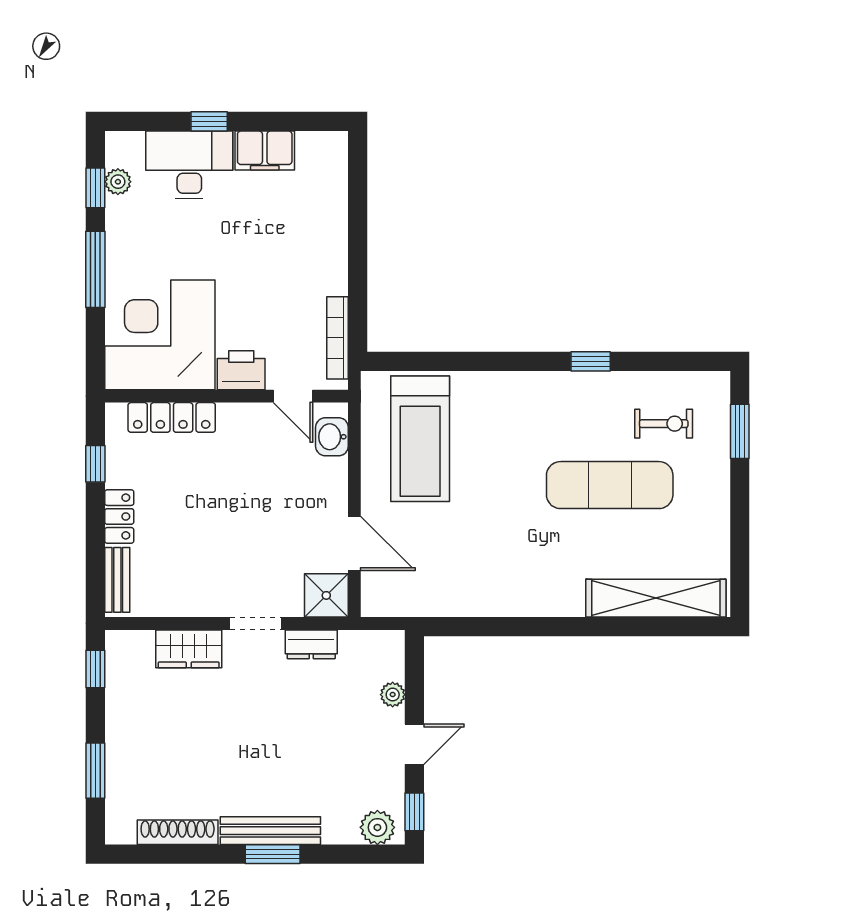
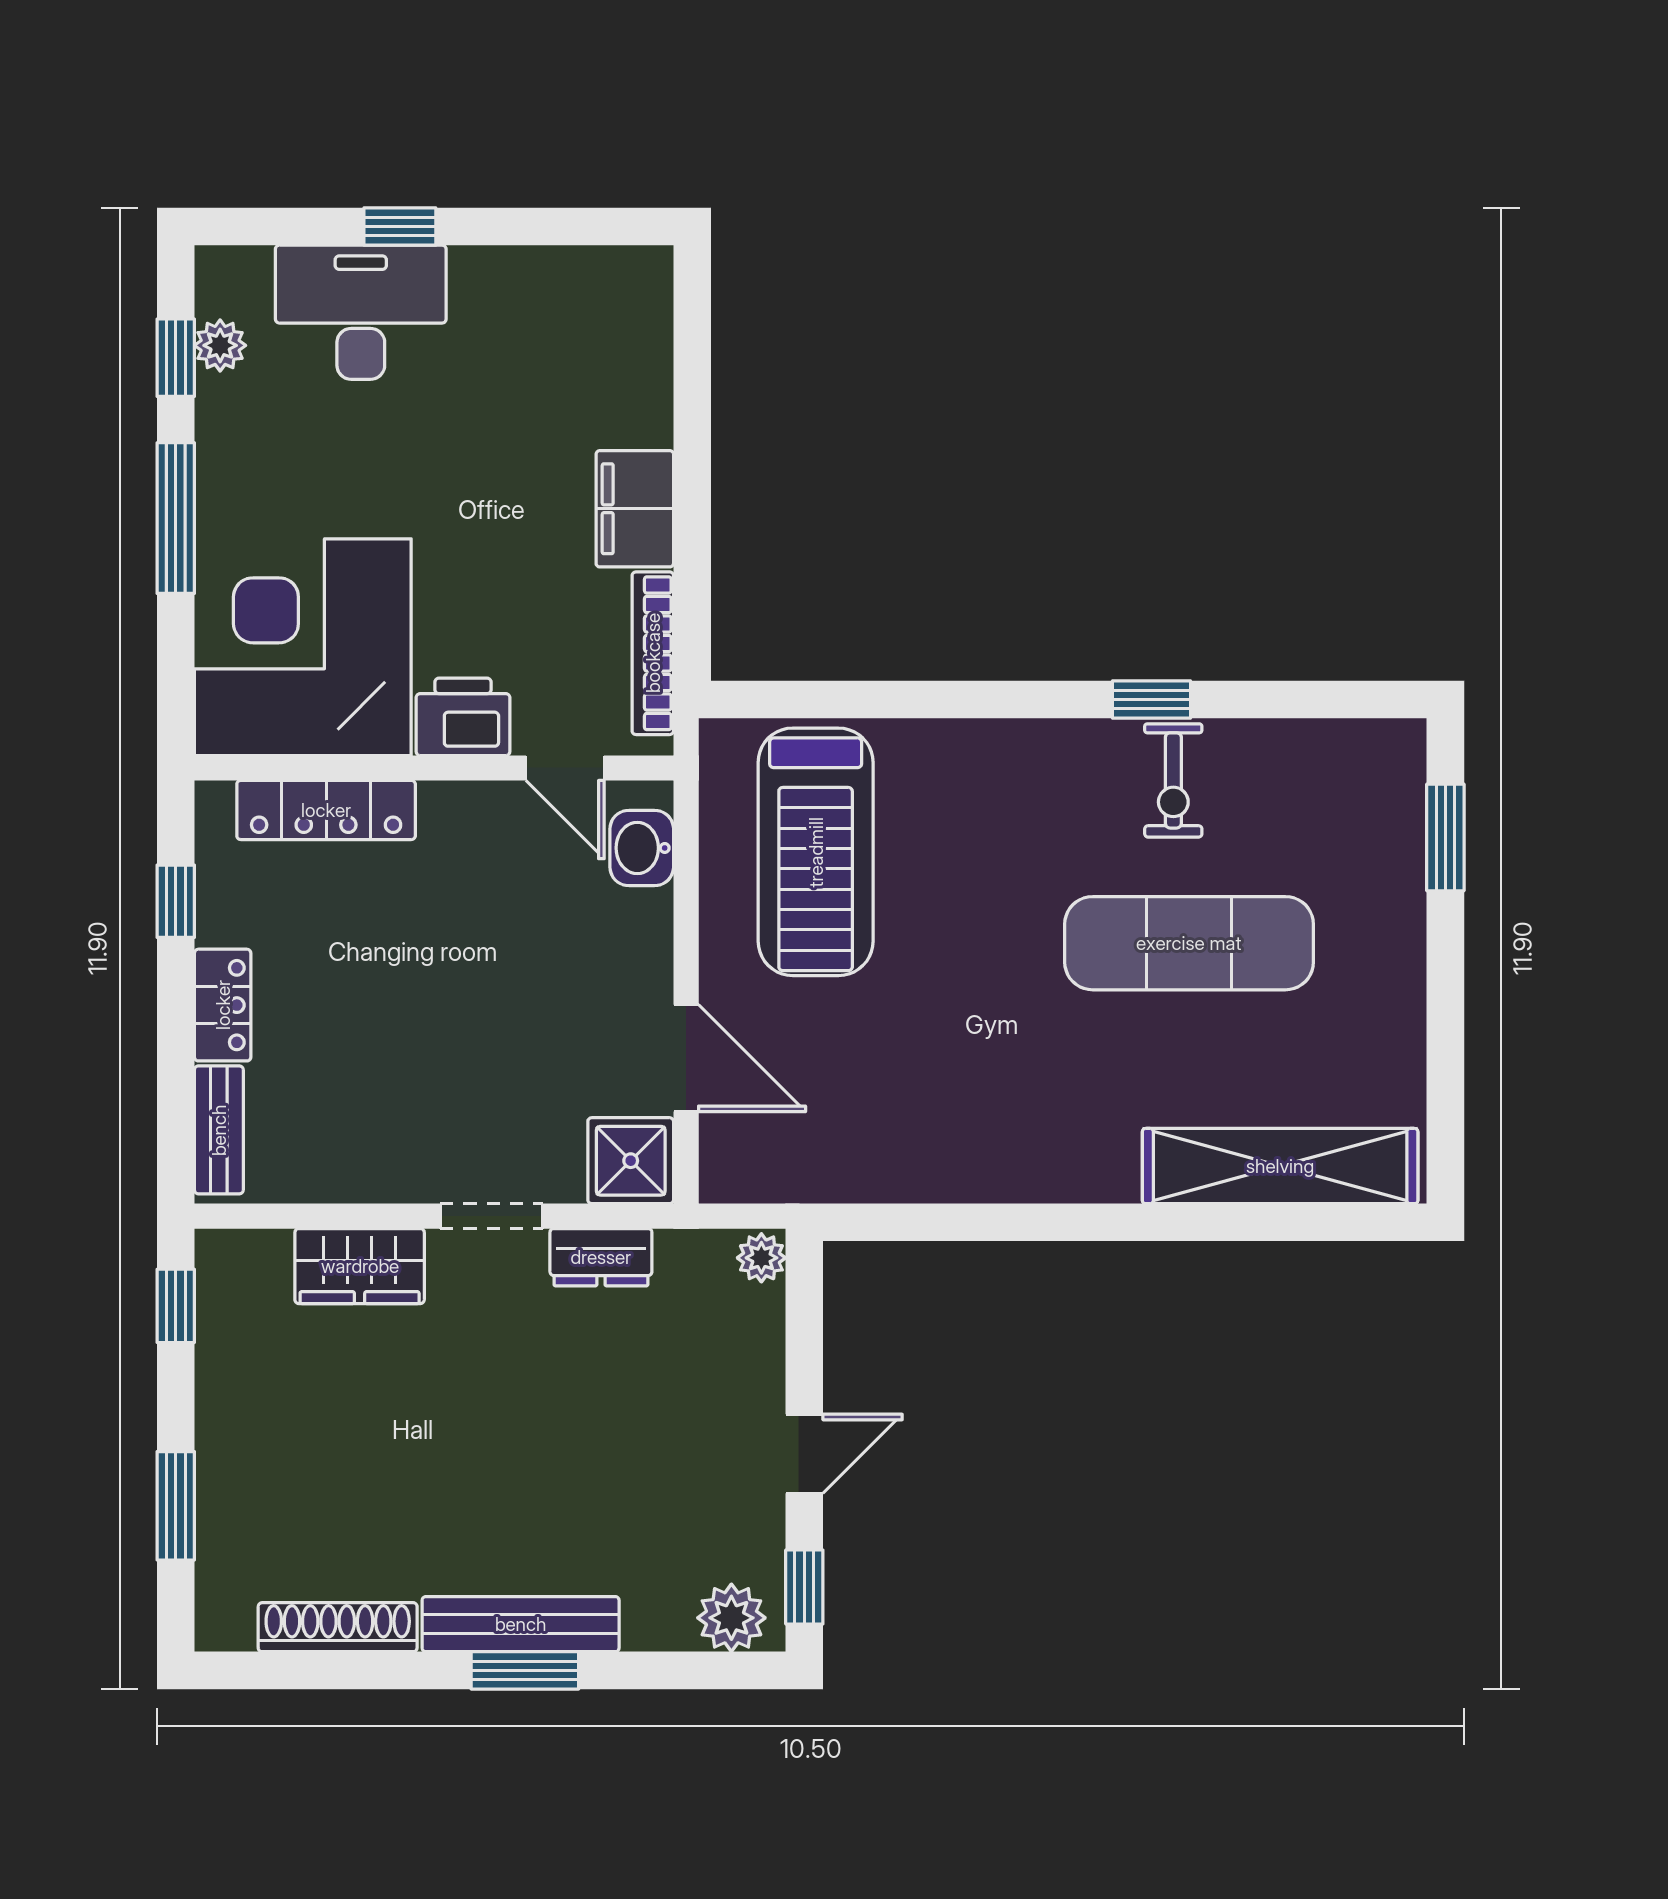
filing cabinet: (265, 151) -> (635, 509), moved, turned 90
exercise bike: (664, 424) -> (1173, 780), moved, turned 90
plant: (393, 695) -> (761, 1258), moved

